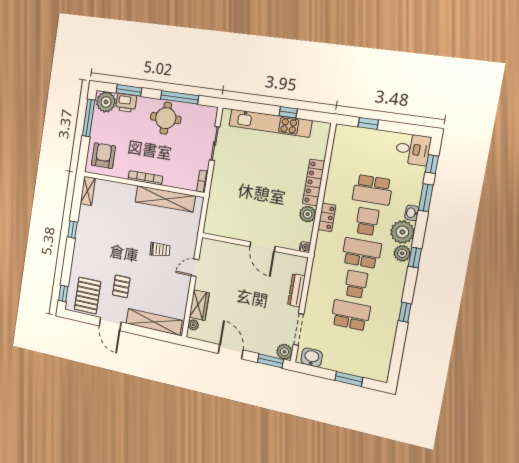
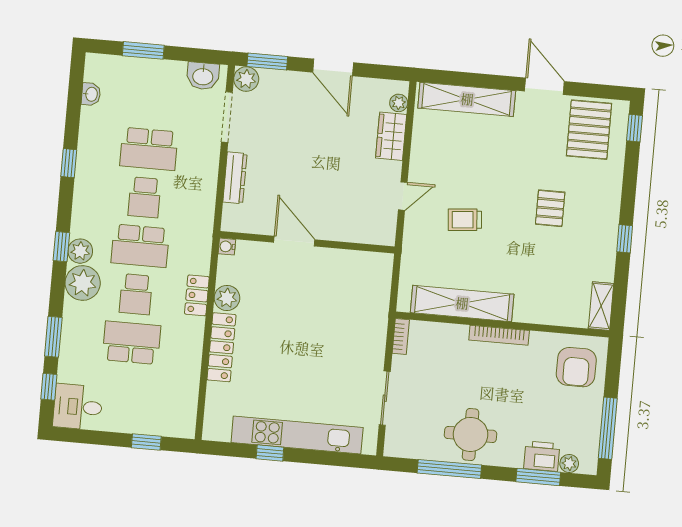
plant: (106, 102) -> (569, 464), width x0.53, depth x0.53
washbasin: (412, 213) -> (91, 94), moved
pallet: (121, 286) -> (550, 208), moved

